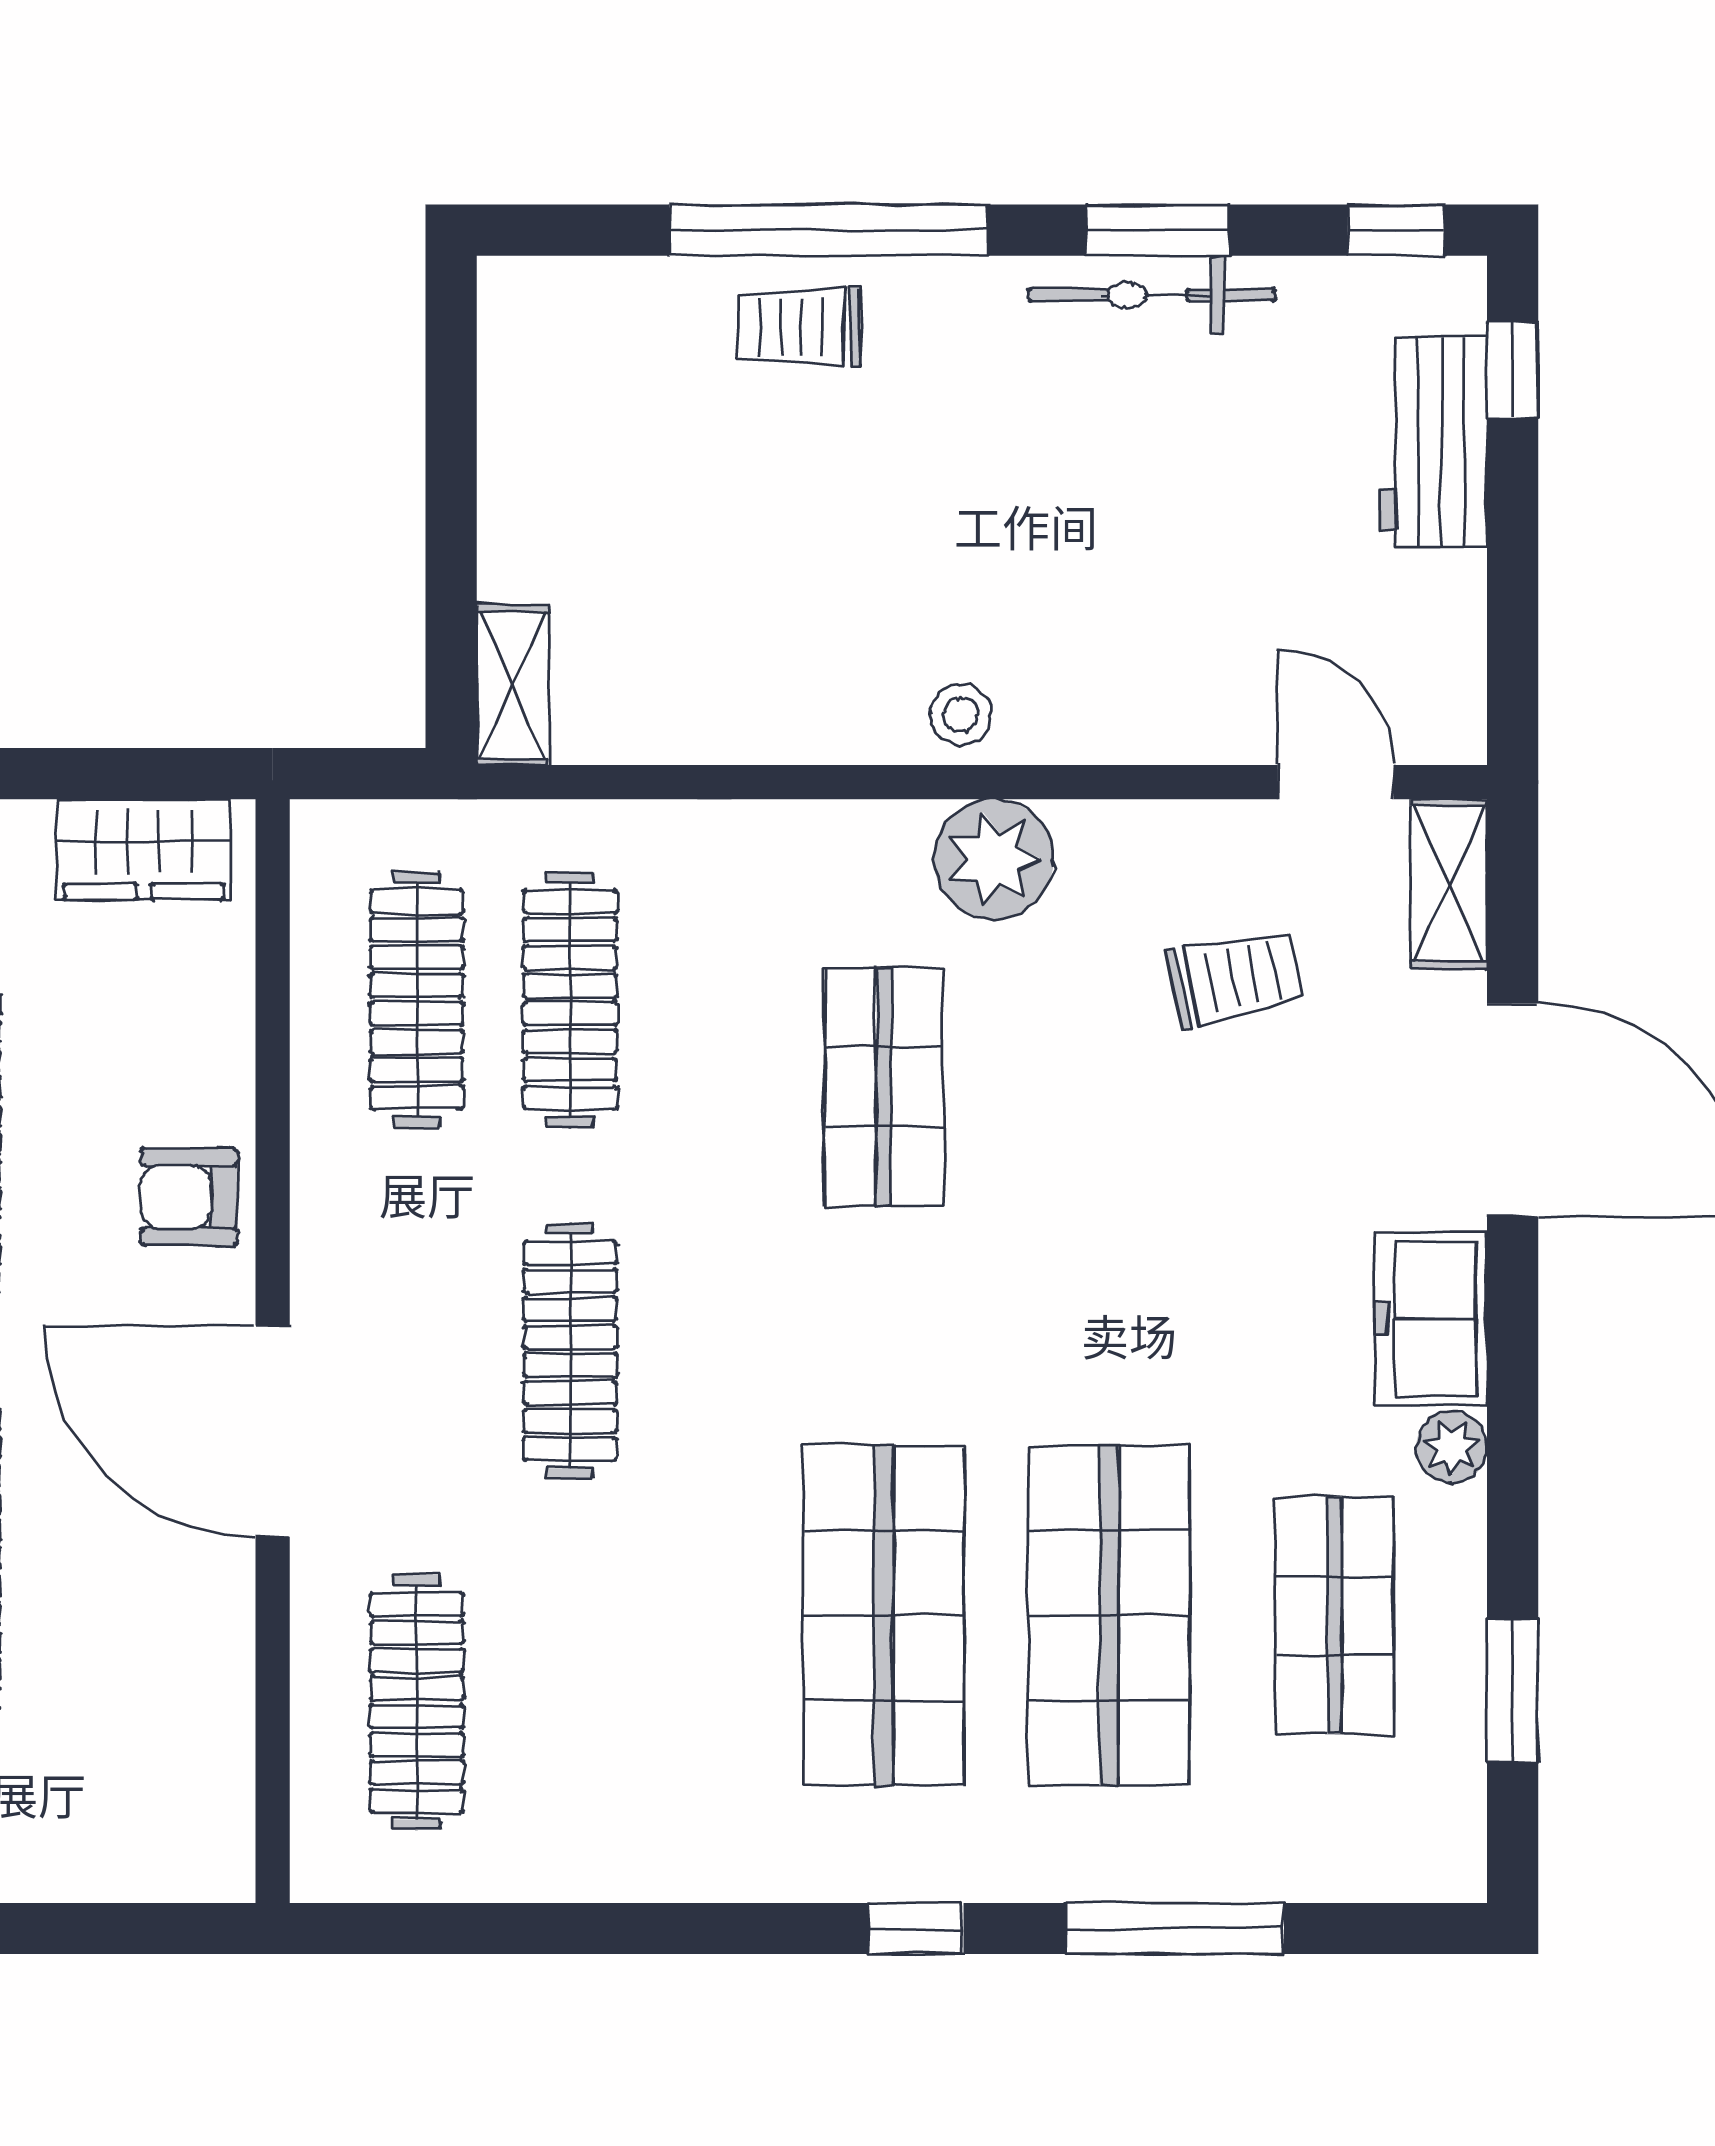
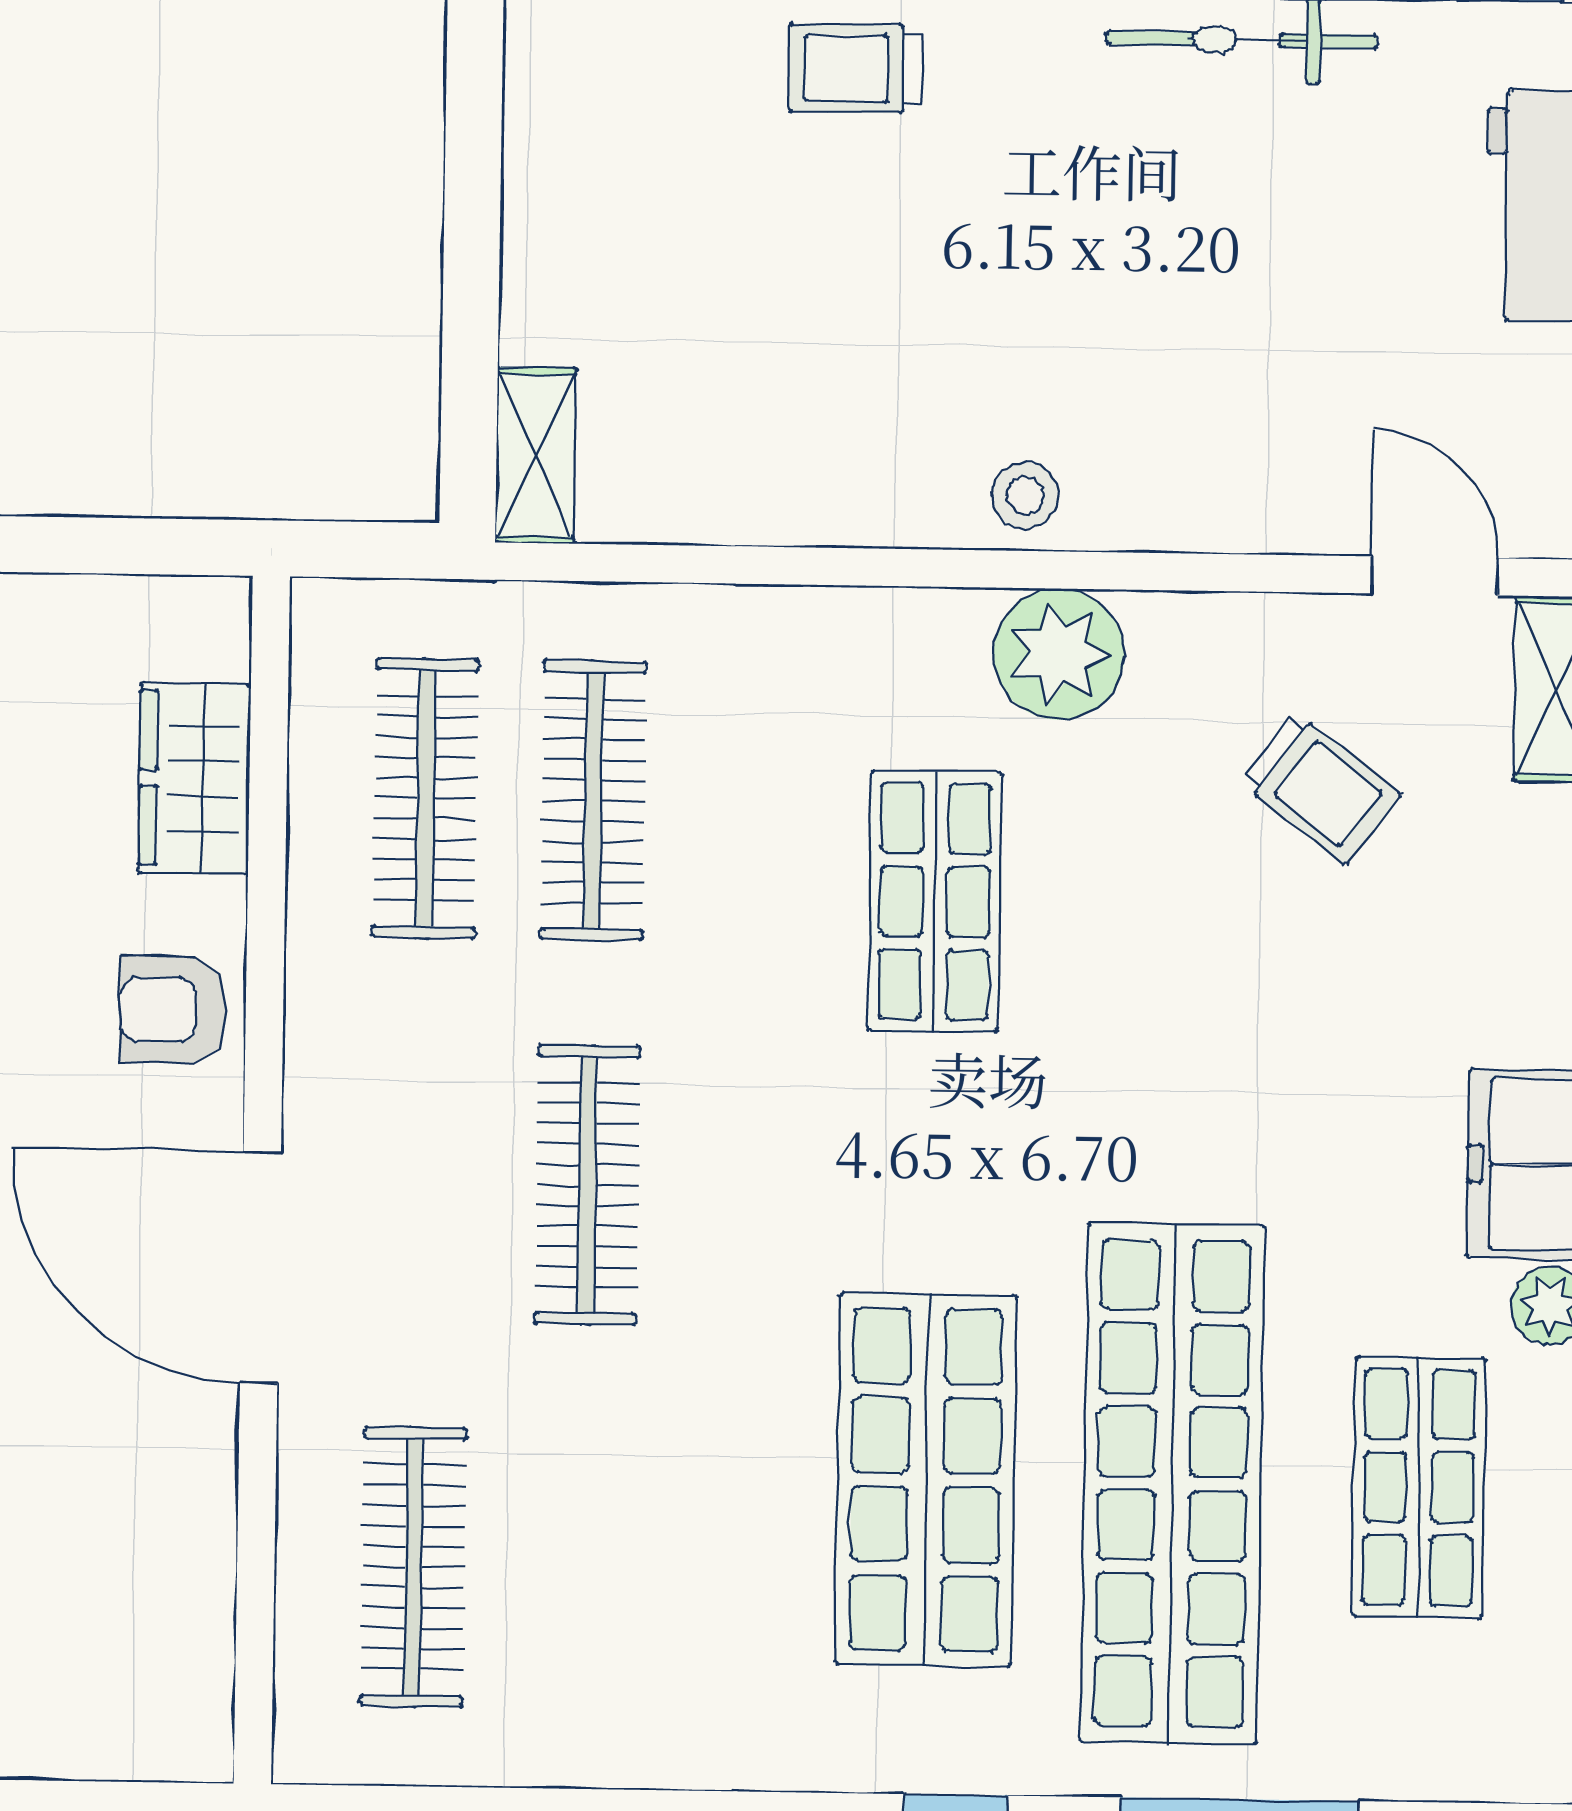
wardrobe: (144, 849) -> (195, 778), moved, turned 90
trolley: (1235, 978) -> (1321, 788), turned 49
shop shelf: (1109, 1615) -> (1172, 1484), width x1.40

